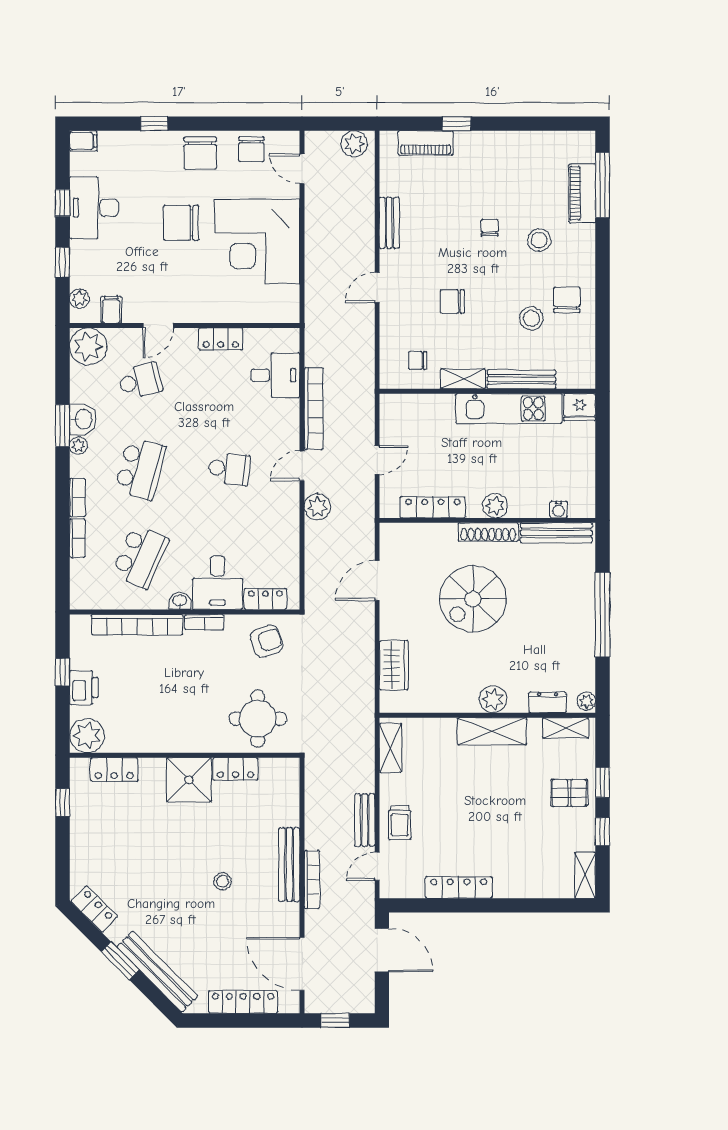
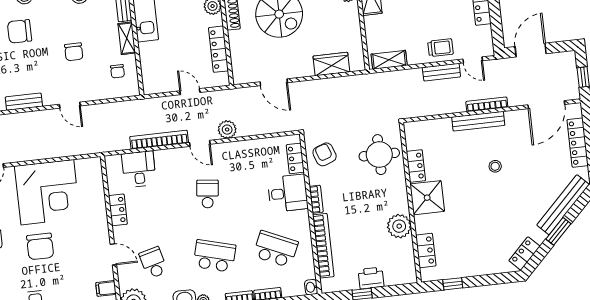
chair: (490, 228) -> (20, 31), width x1.87, depth x1.87
washbasin: (180, 601) -> (311, 287), moved
plant: (87, 736) -> (399, 226), moved

